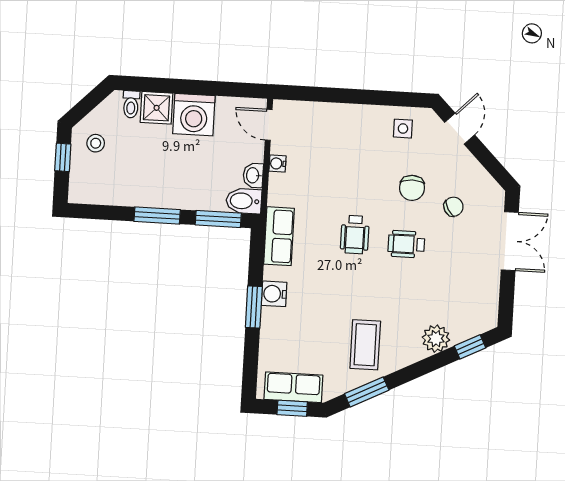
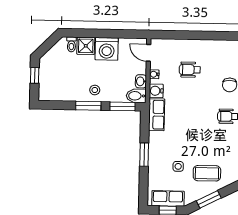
side table: (403, 129) -> (178, 166), moved
stool: (96, 143) -> (95, 90), moved
wheelchair: (355, 235) -> (190, 70), moved, turned 90
water cooler: (274, 294) -> (156, 91), moved
coffee table: (365, 345) -> (207, 173), turned 90

